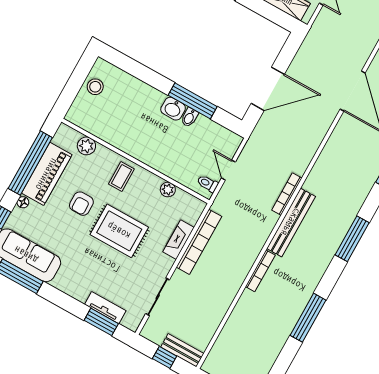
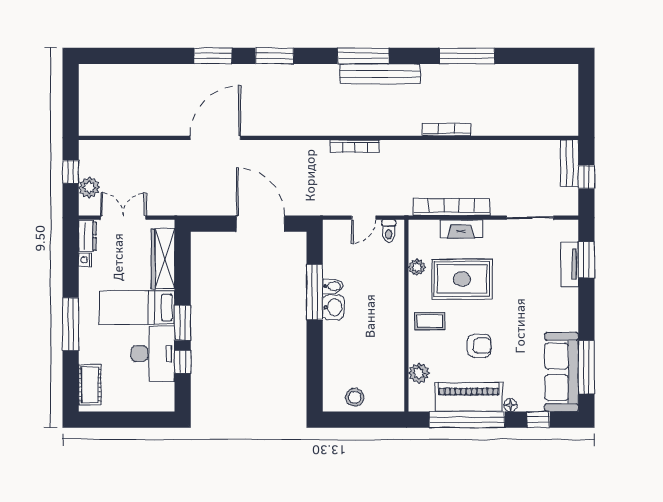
bench: (291, 222) -> (380, 74), moved
rug: (119, 231) -> (462, 279), moved, turned 90

